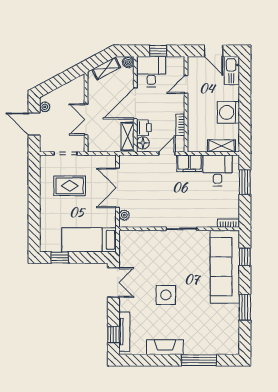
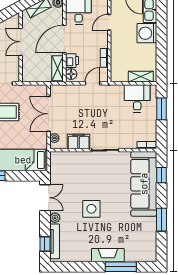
washing machine: (228, 112) -> (147, 33), moved
double door: (86, 119) -> (21, 42), moved
filing cabinet: (189, 163) -> (79, 142), moved, turned 180
plant: (125, 305) -> (55, 218), added
fireplace: (165, 347) -> (108, 255), moved

